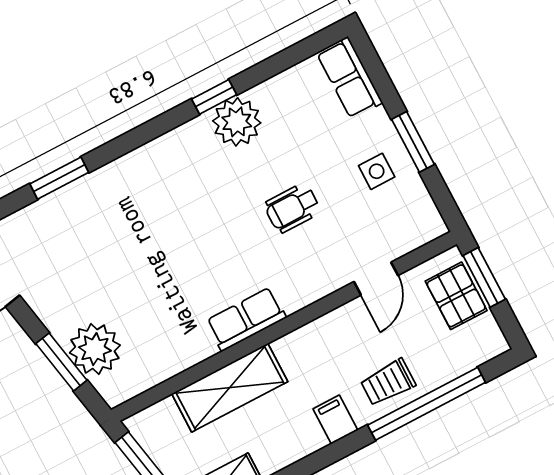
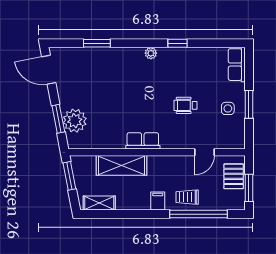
plant: (237, 122) -> (151, 53), moved, width x0.53, depth x0.53
window: (484, 277) -> (249, 188), moved

